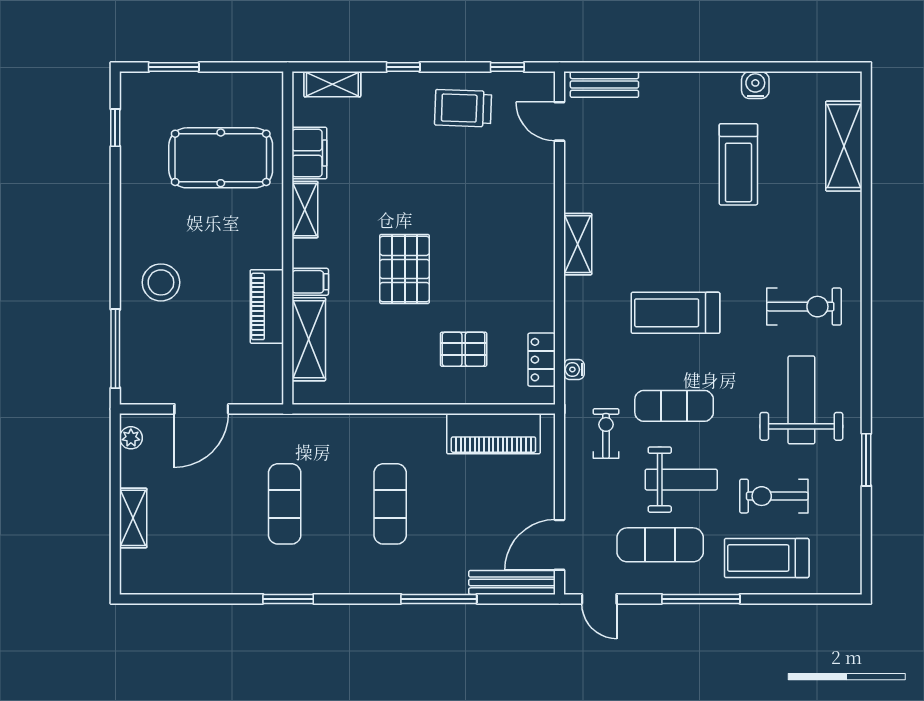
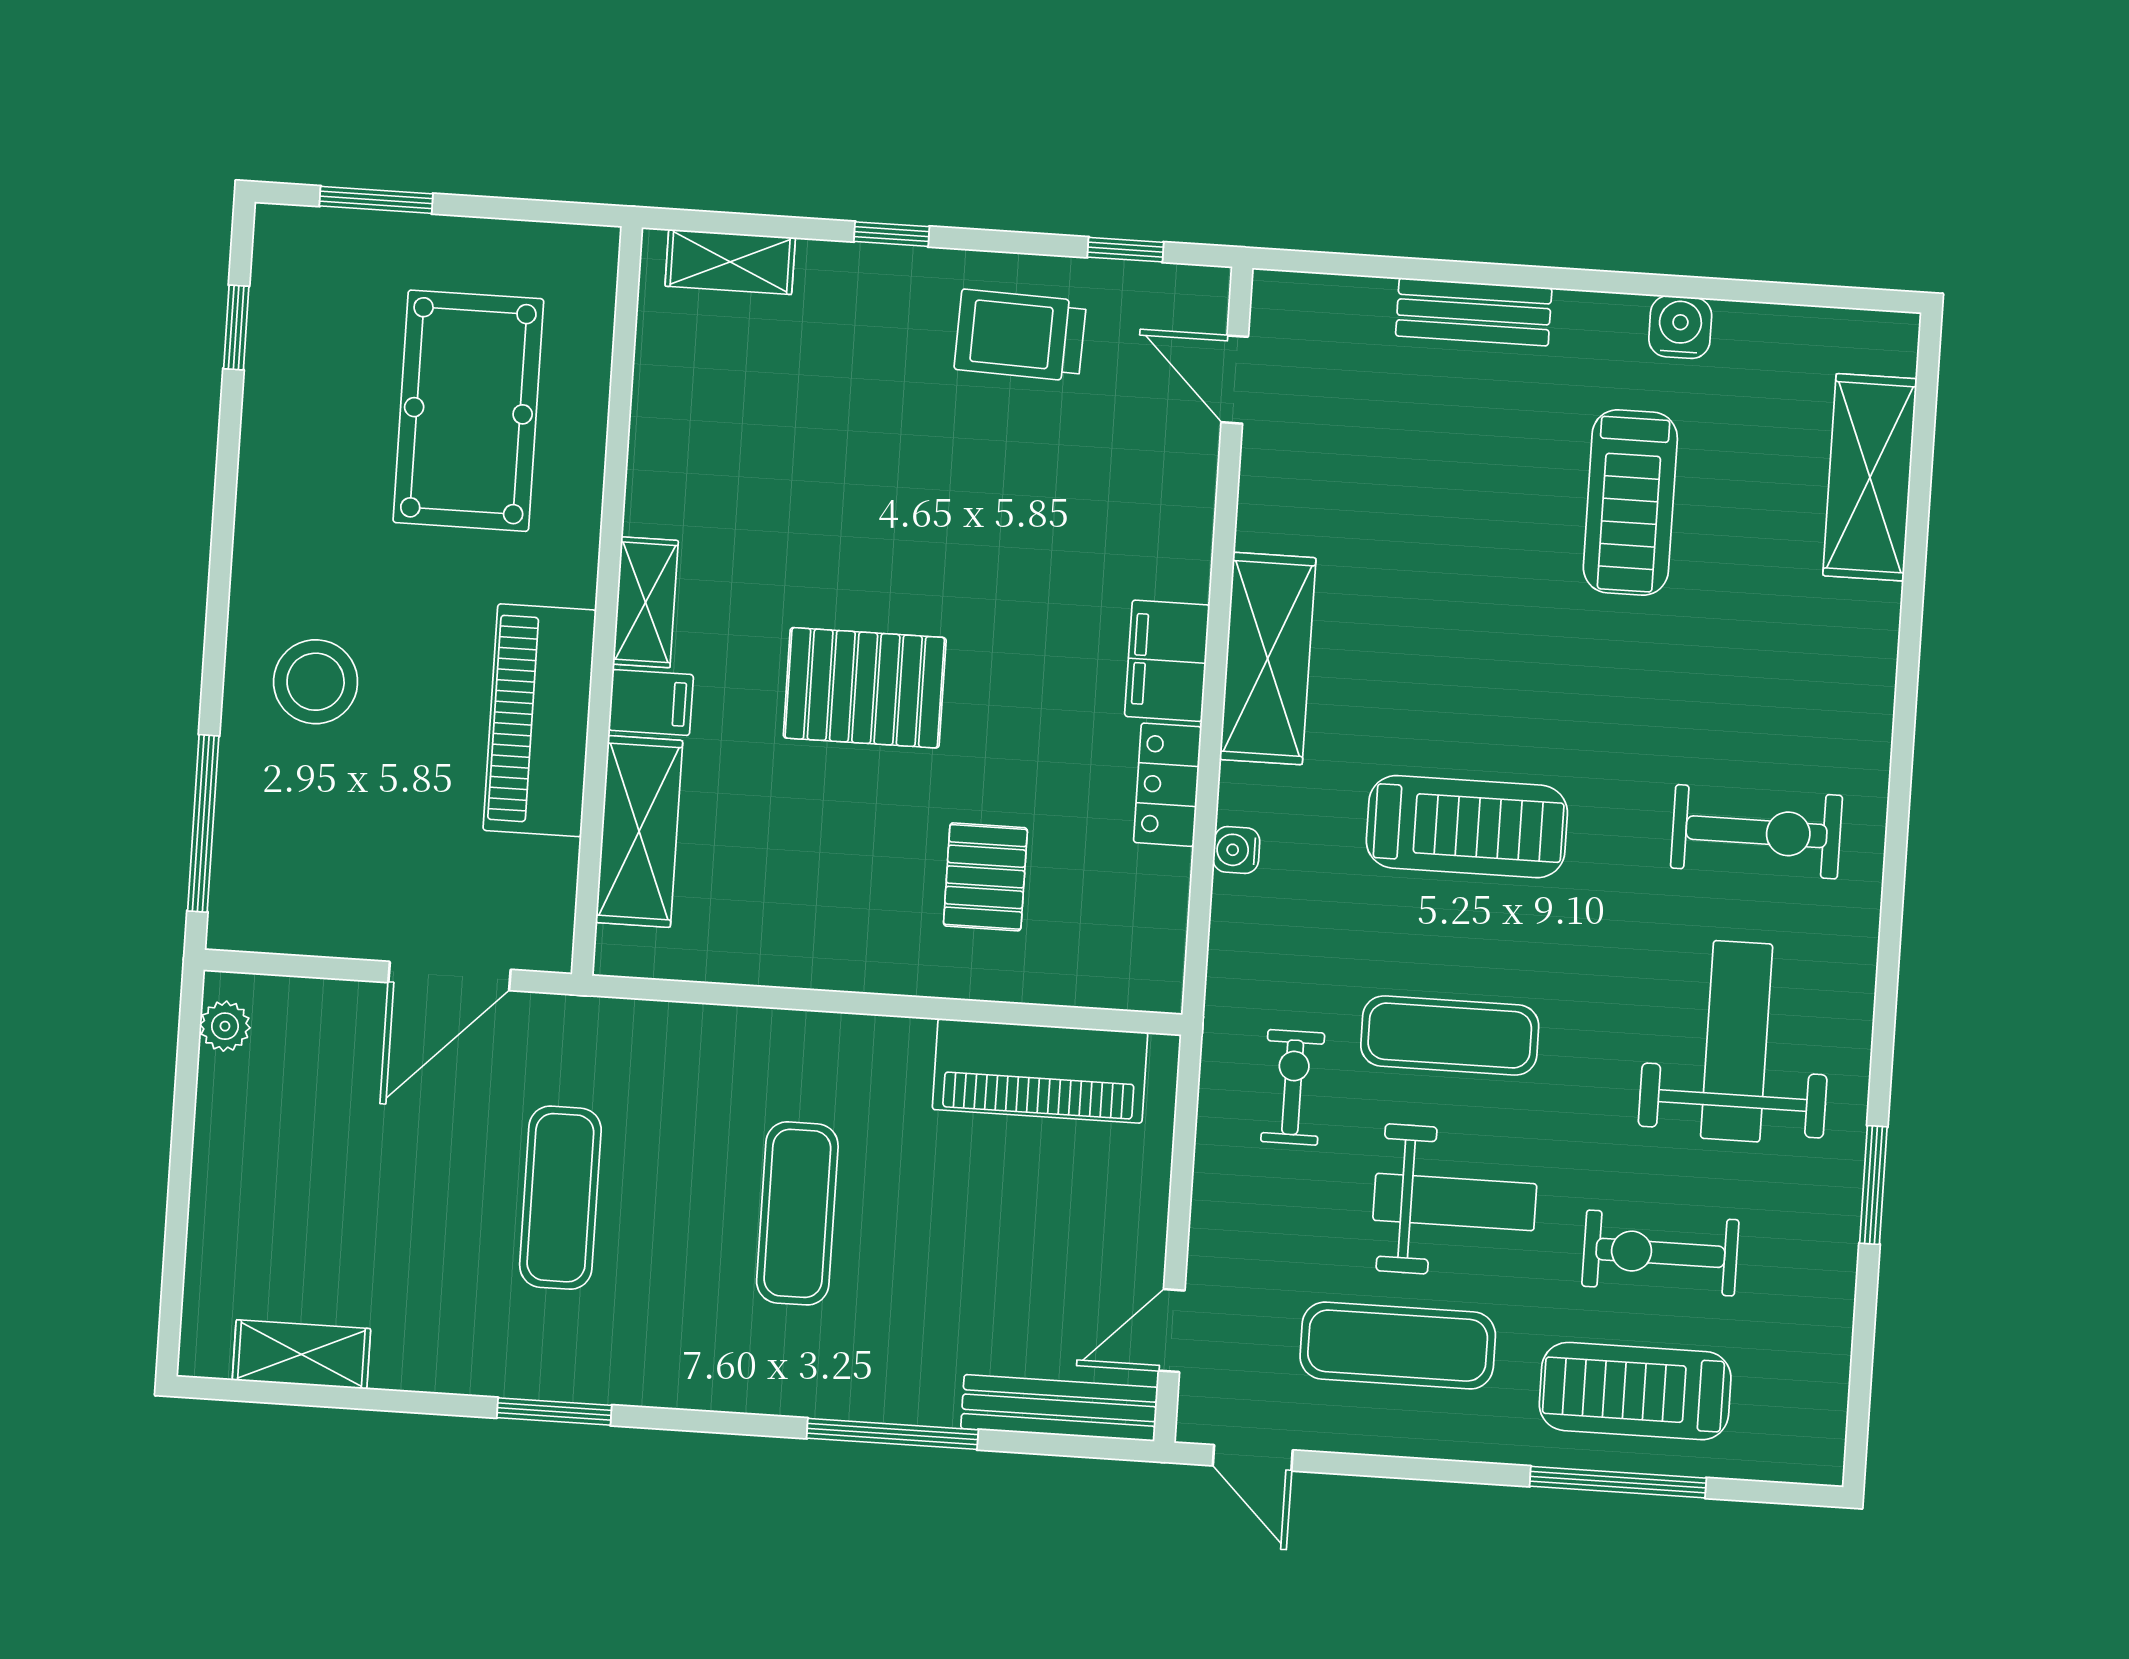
bench: (604, 84) -> (1474, 312), moved
filing cabinet: (309, 153) -> (1167, 661), moved, turned 180
pool table: (221, 158) -> (468, 411), turned 90
shelving: (305, 210) -> (646, 602), moved
shelving: (578, 244) -> (1268, 659), width x1.50, depth x1.33
pallet: (405, 269) -> (865, 688), turned 90
piano: (267, 306) -> (540, 720), width x1.37, depth x1.33
treadmill: (676, 313) -> (1467, 827), turned 180
pallet: (464, 349) -> (985, 877), turned 90
locker: (542, 360) -> (1168, 785), moved
water cooler: (574, 369) -> (1236, 850), moved
door: (201, 409) -> (449, 976), moved
shelving: (133, 518) -> (301, 1354), moved, turned 90
door: (559, 545) -> (1172, 1331), width x0.73
window: (701, 599) -> (1618, 1482), moved

